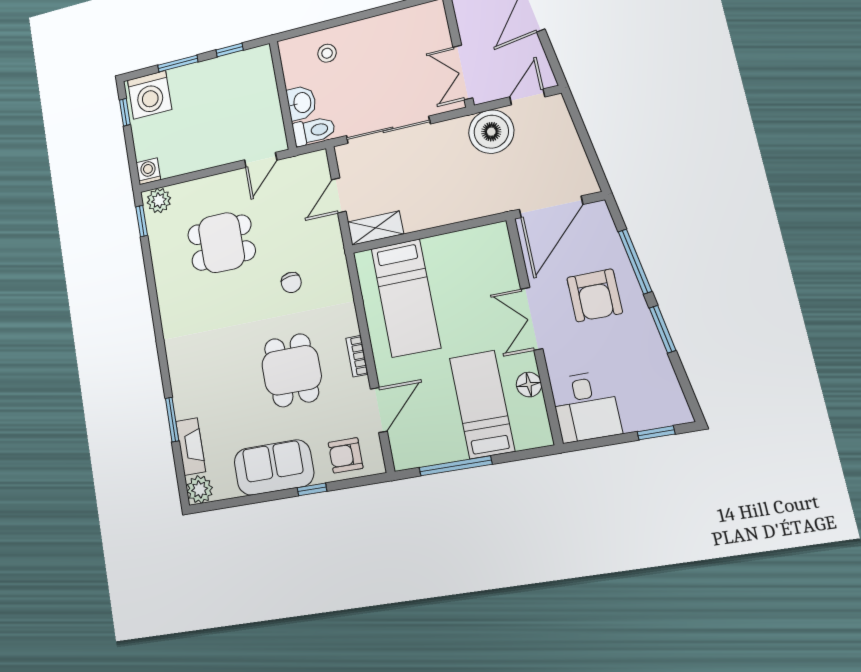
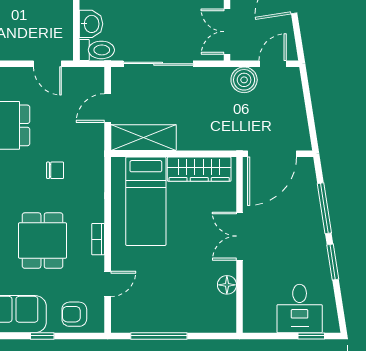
boiler: (491, 132) -> (244, 80), width x0.73, depth x0.73
door: (261, 160) -> (47, 64), hinge flipped
shelving: (375, 228) -> (143, 138), width x1.50, depth x1.33
wardrobe: (463, 245) -> (199, 169), added
chair: (291, 283) -> (55, 170), turned -83
armchair: (595, 295) -> (290, 228), removed
bed: (482, 404) -> (189, 294), removed
desk: (586, 407) -> (300, 308), moved
door: (379, 410) -> (108, 284), width x0.73

